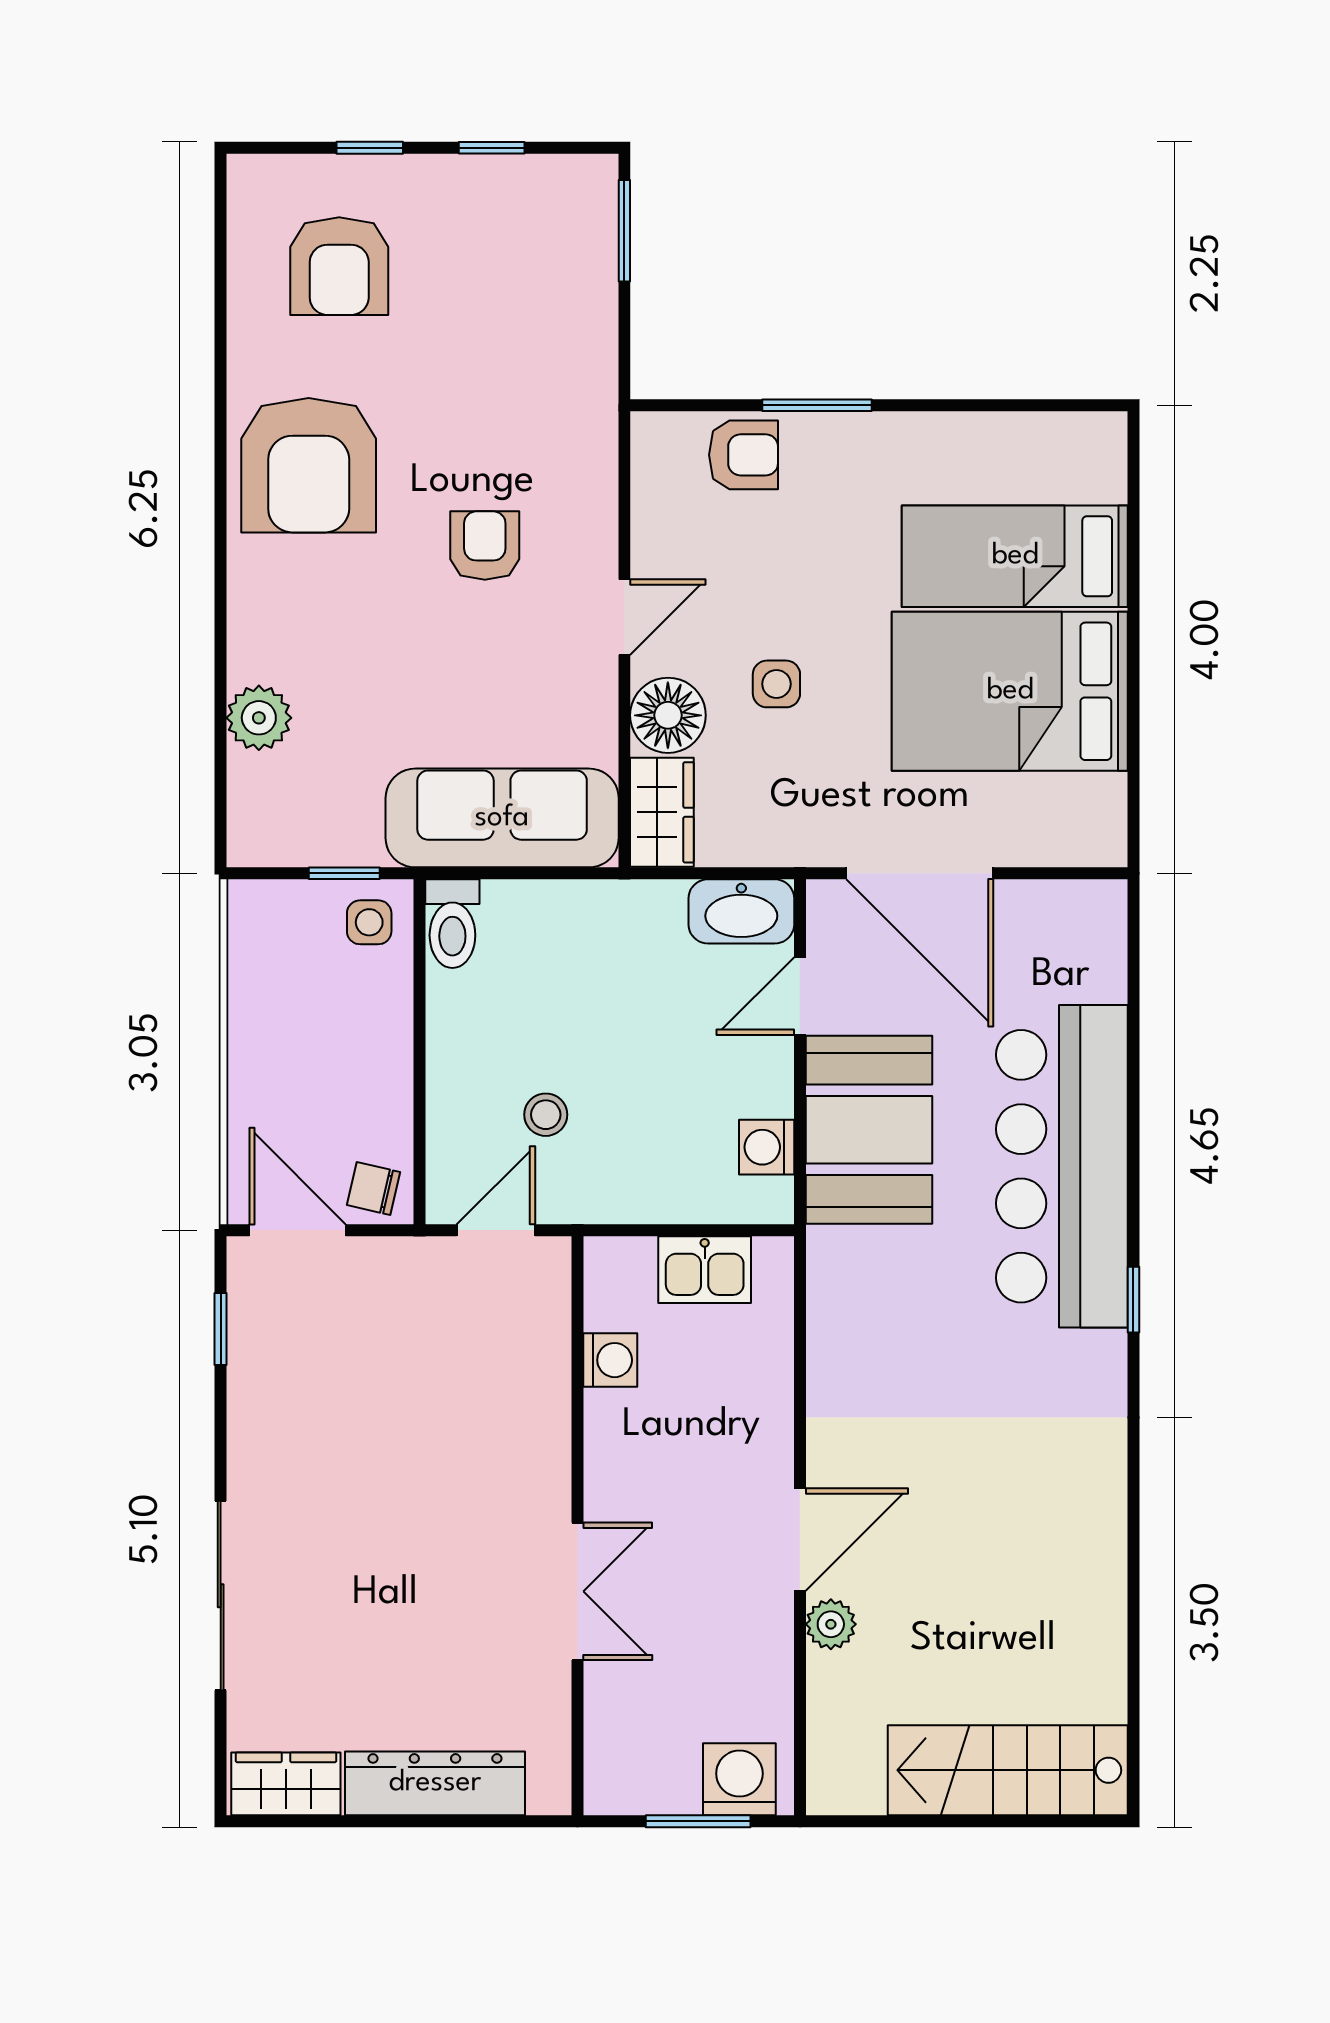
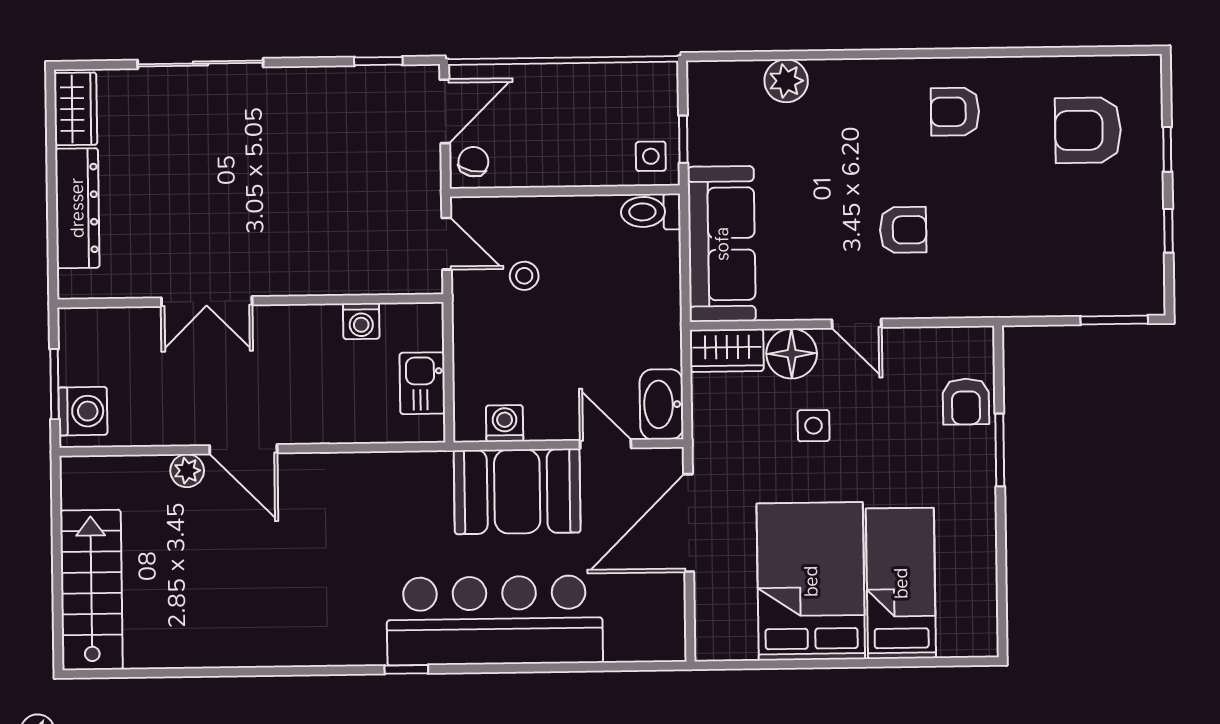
armchair: (309, 465) -> (955, 112), width x0.53, depth x0.53

